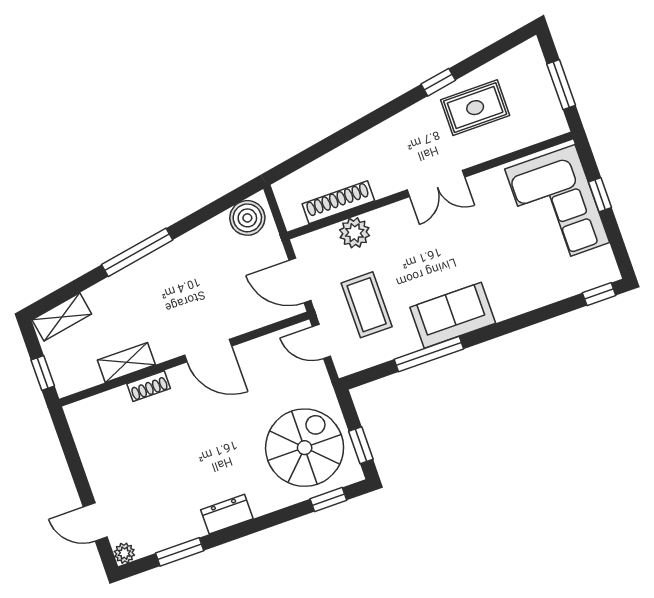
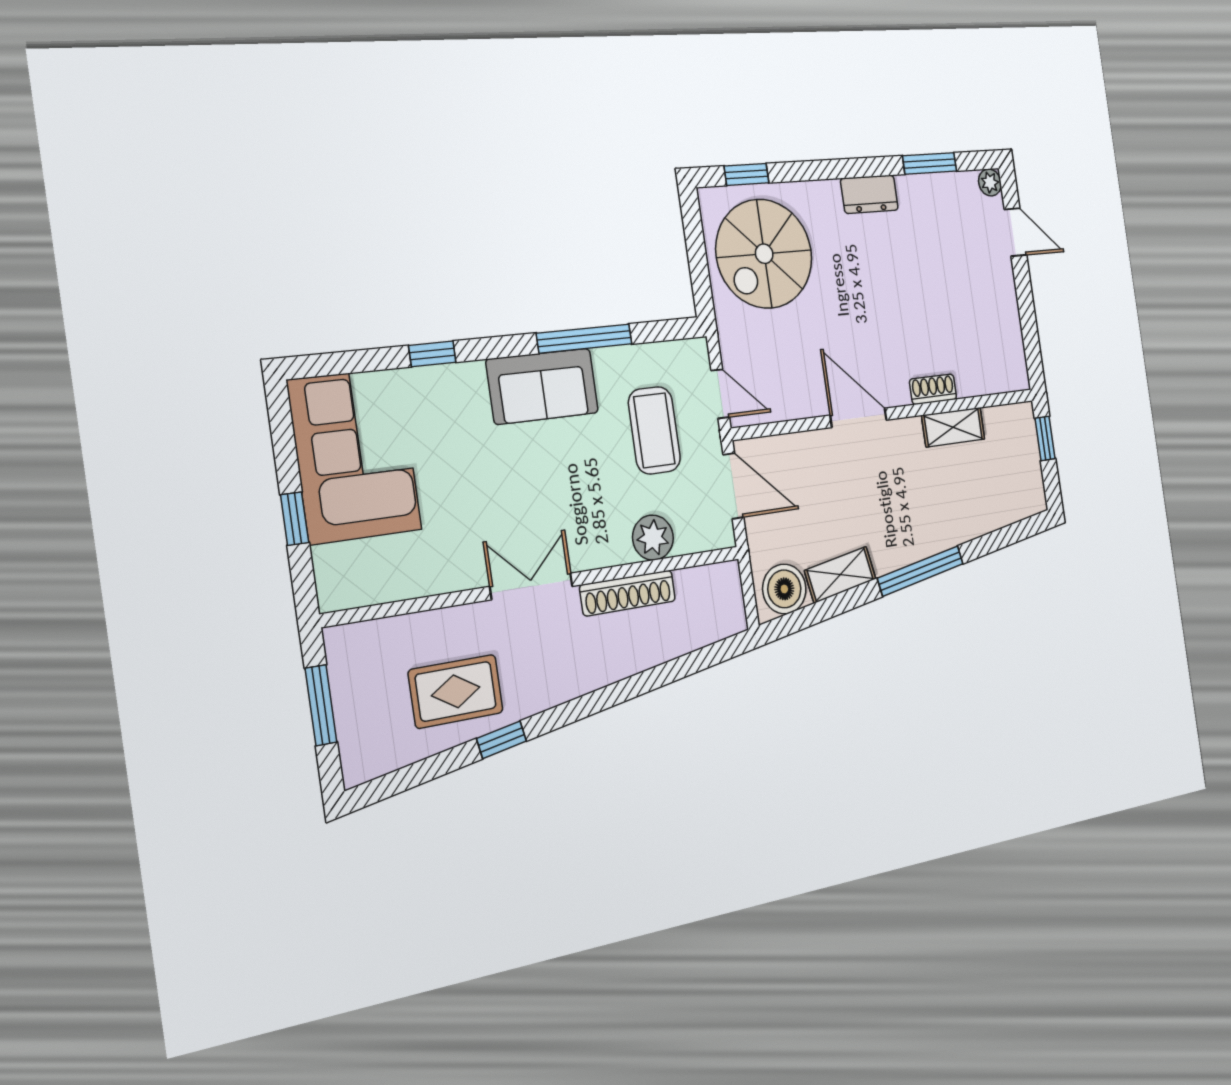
shoe rack: (338, 202) -> (628, 593), moved
corner sofa: (557, 206) -> (355, 455), moved
window: (599, 294) -> (432, 354), moved
shelving: (62, 317) -> (840, 575), moved
window: (361, 445) -> (694, 236), removed

